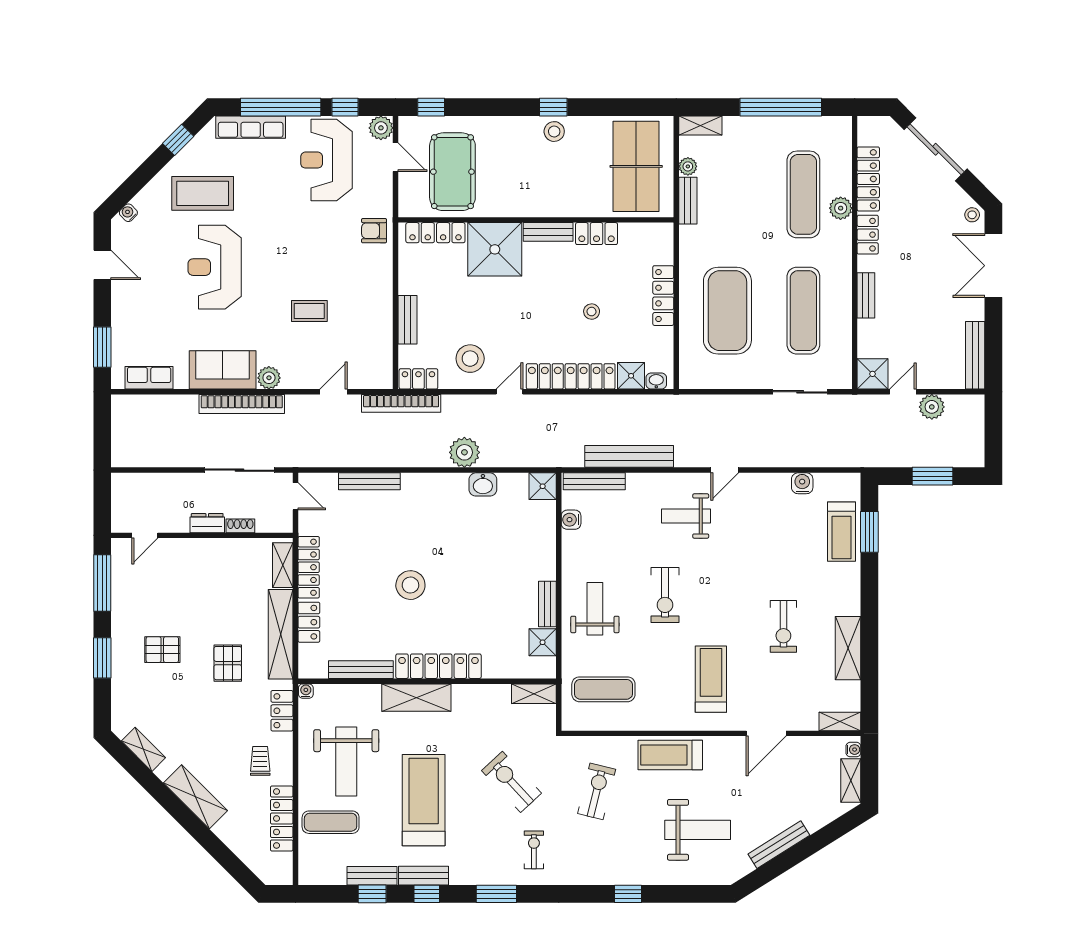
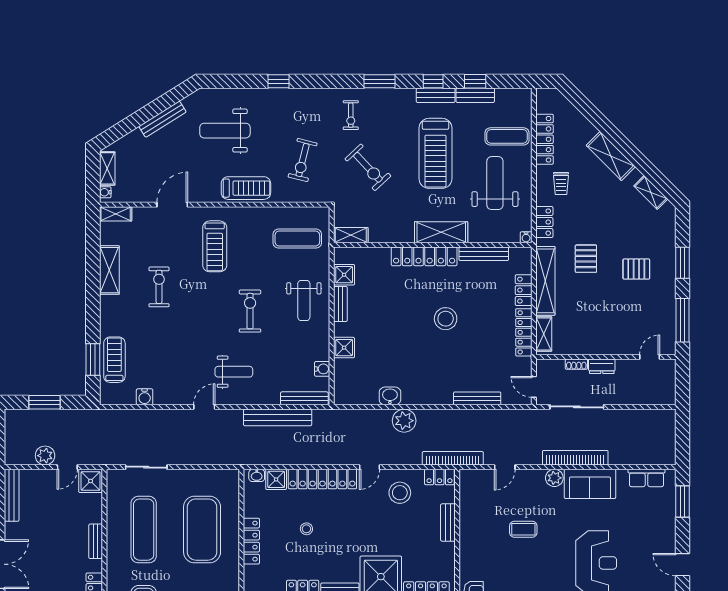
shower: (543, 486) -> (344, 348), moved

